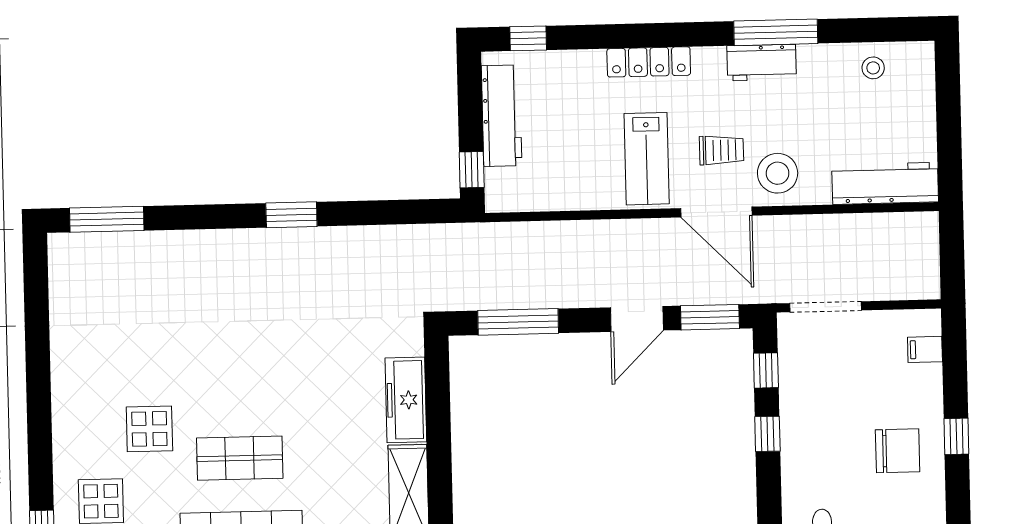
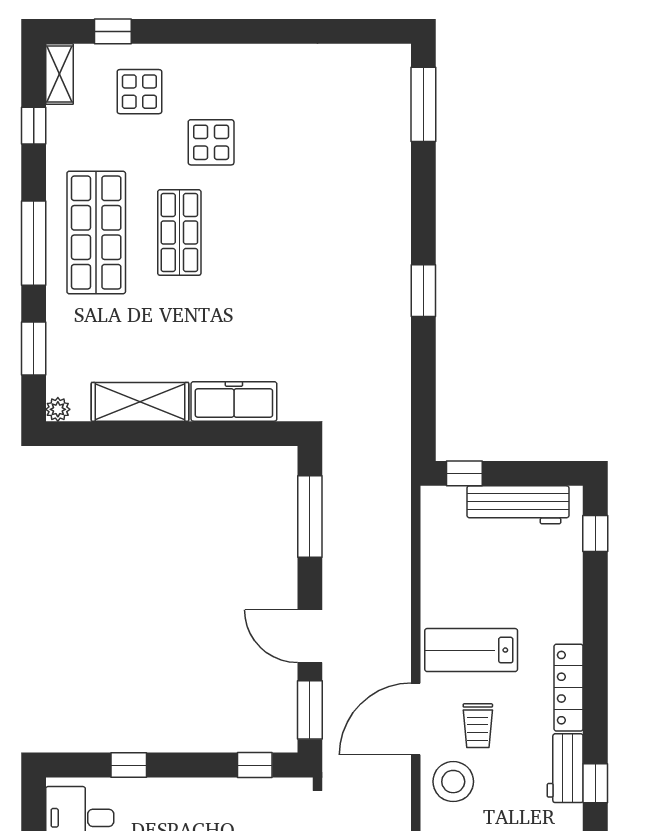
window: (776, 32) -> (595, 783), width x0.46
locker: (649, 62) -> (569, 688), moved
window: (767, 434) -> (129, 765), moved

